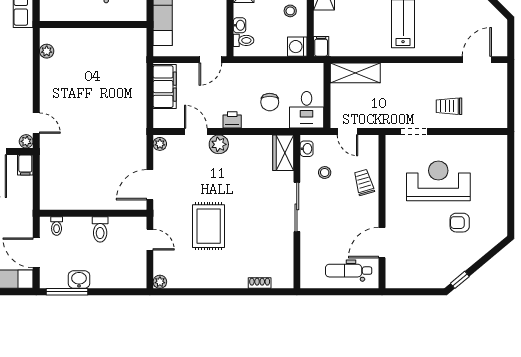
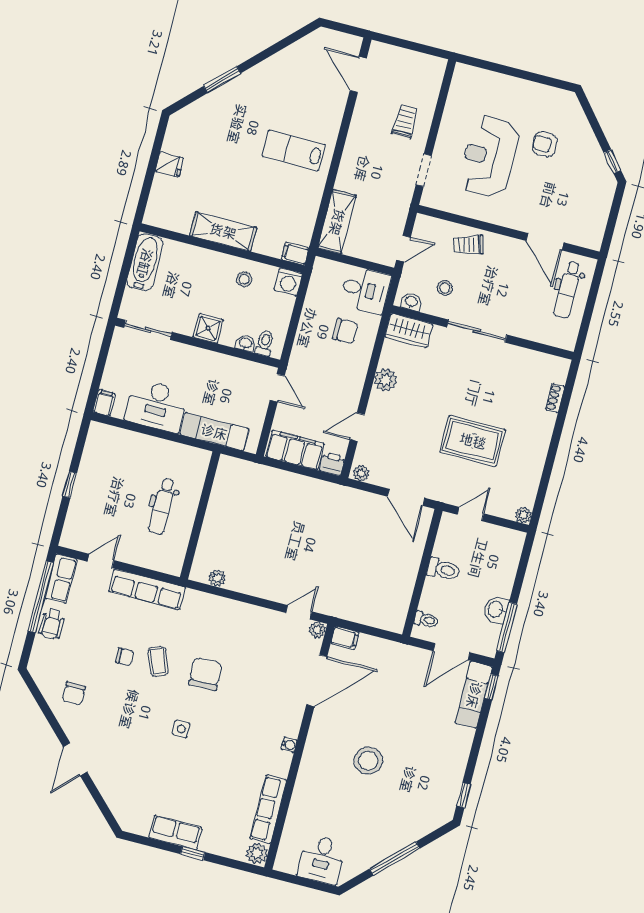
trolley: (449, 106) -> (405, 121), turned 180
printer: (232, 120) -> (332, 464), moved, turned 90
plant: (219, 144) -> (386, 380), moved
armchair: (460, 223) -> (545, 144), turned 90
window: (16, 292) -> (491, 687), added

